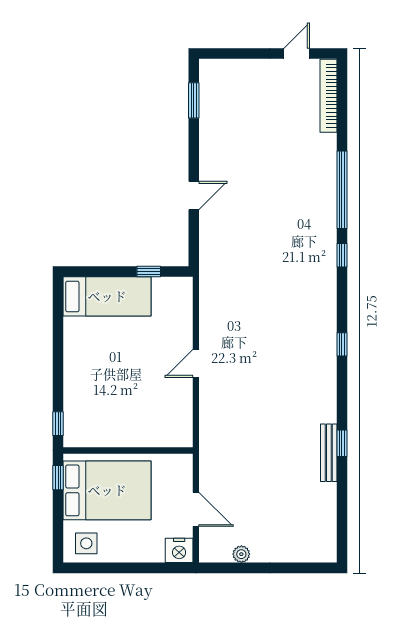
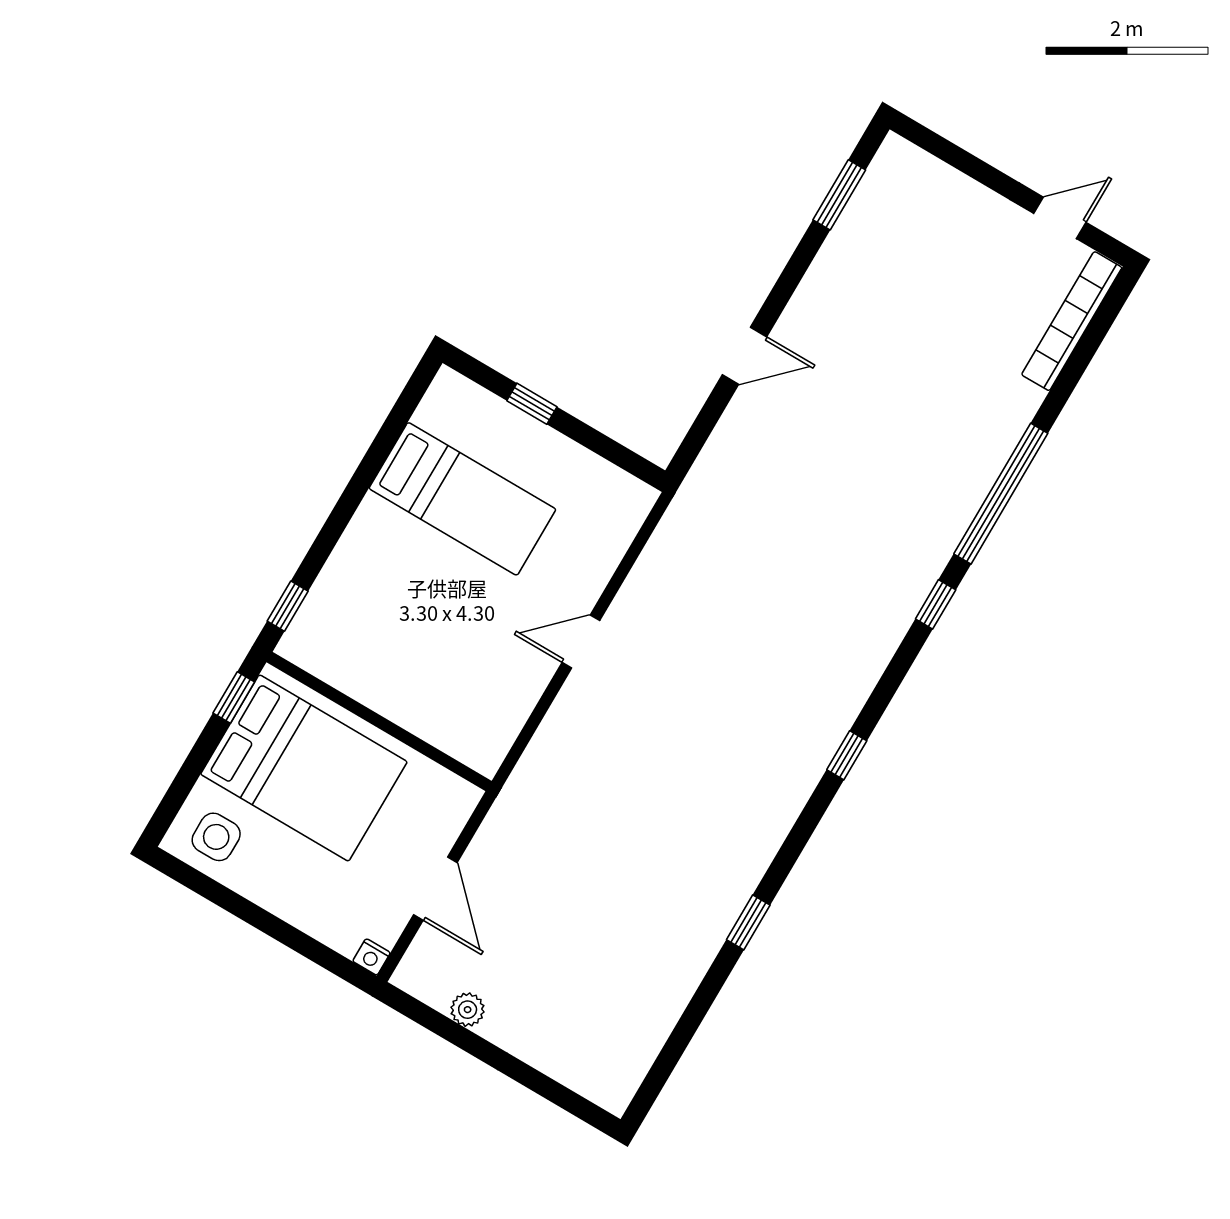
window: (149, 272) -> (532, 404), moved
bed: (107, 296) -> (462, 499), moved
bench: (329, 453) -> (717, 925), removed
nightstand: (179, 550) -> (371, 957), width x0.53, depth x0.56

